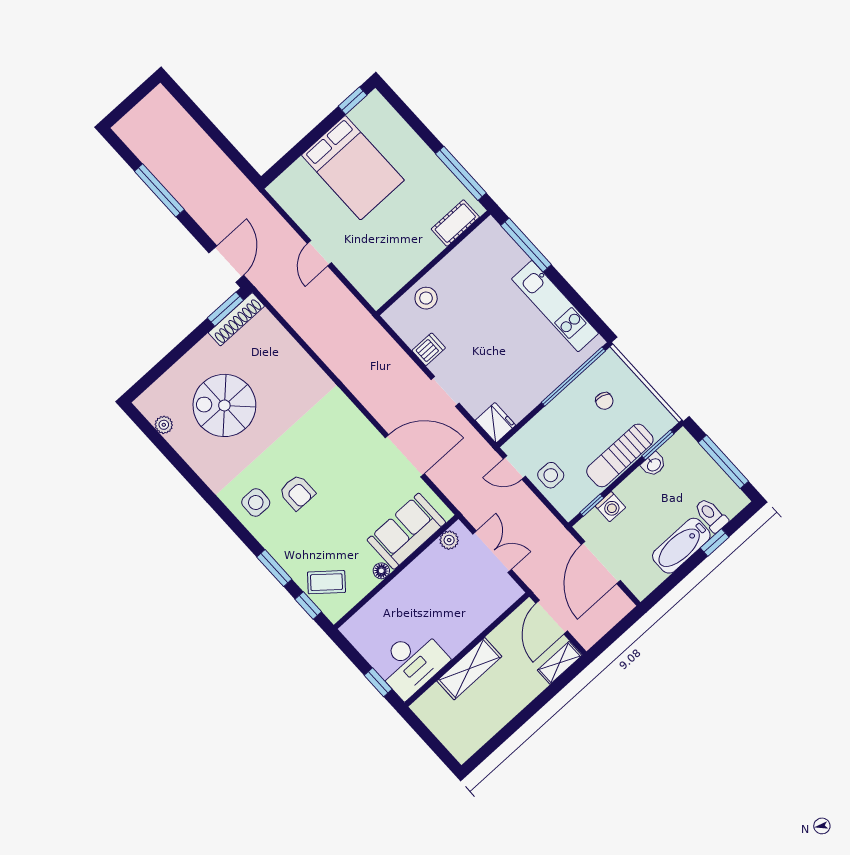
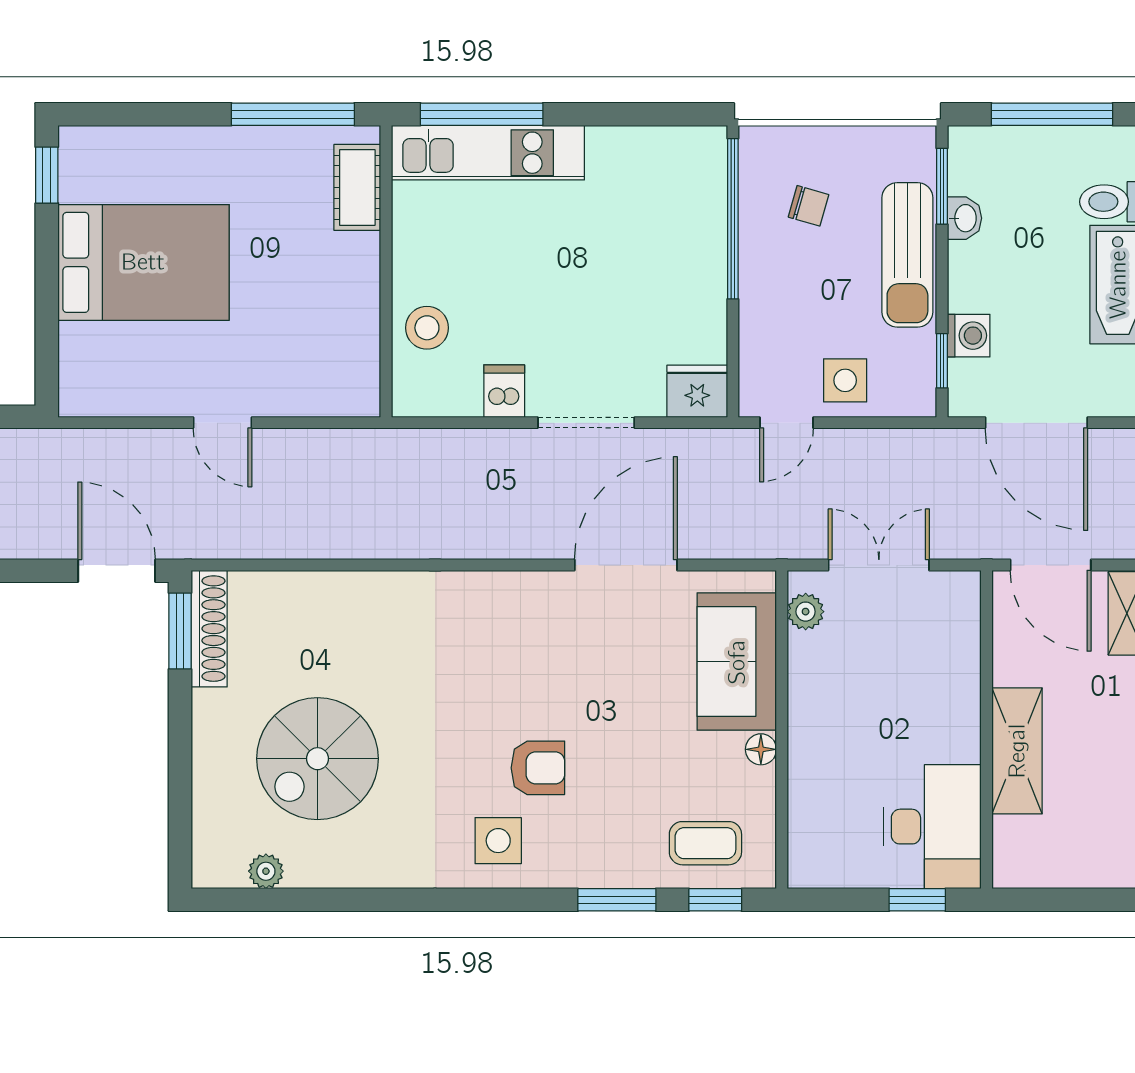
kitchen unit: (555, 306) -> (488, 153), moved
doorway: (445, 391) -> (586, 423), width x1.38
coffee table: (326, 582) -> (705, 843), turned 50

